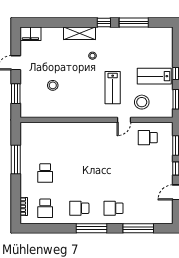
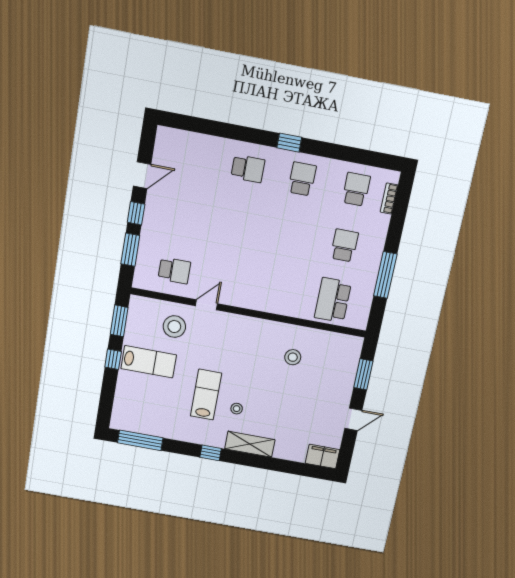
window: (134, 23) -> (140, 440), moved
stool: (53, 85) -> (293, 357), moved
lab bench: (113, 88) -> (206, 395), moved
school desk: (45, 138) -> (333, 300), added
school desk: (79, 208) -> (302, 179), turned -90
window: (92, 228) -> (289, 143), width x0.46
window: (138, 228) -> (214, 128), removed

